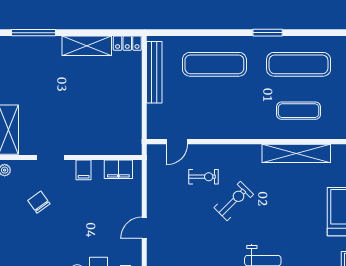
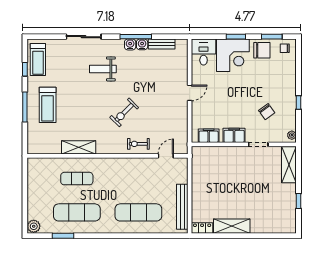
window: (33, 33) -> (271, 236), removed
window: (268, 33) -> (63, 236), moved
shelving: (296, 153) -> (79, 147), width x0.68
filing cabinet: (84, 170) -> (234, 135), width x2.00
exercise bike: (203, 177) -> (138, 144), moved

